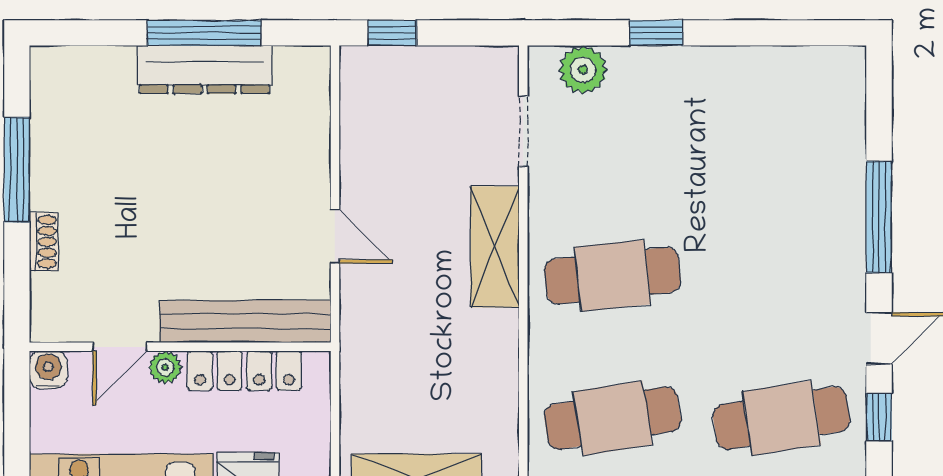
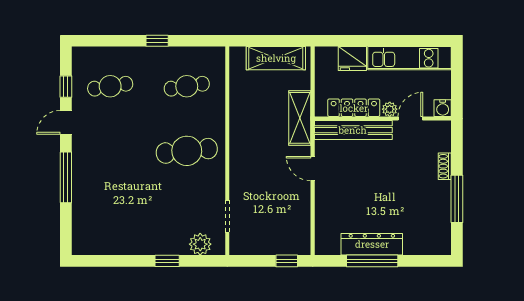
shelving: (495, 247) -> (300, 118), moved
cafe table: (613, 418) -> (187, 86), width x0.73, depth x0.74
cafe table: (781, 418) -> (110, 86), width x0.73, depth x0.74

